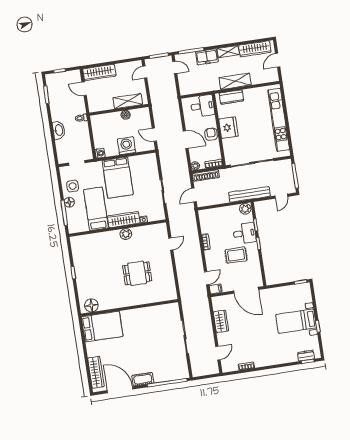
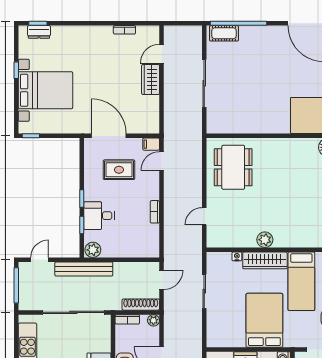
rug: (236, 255) -> (119, 170), moved
dining table: (137, 273) -> (233, 167), moved, width x1.38
wardrobe: (221, 321) -> (151, 79), moved
bed with nightstands: (296, 321) -> (45, 90), width x1.36
cot: (143, 379) -> (224, 33), moved

